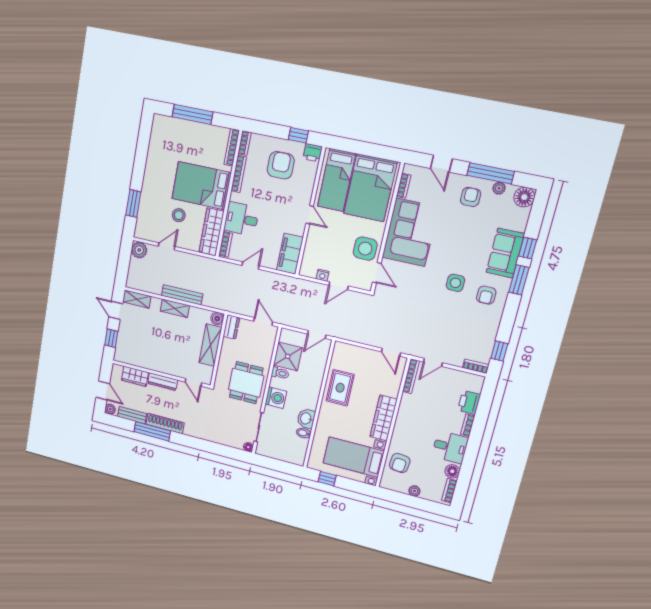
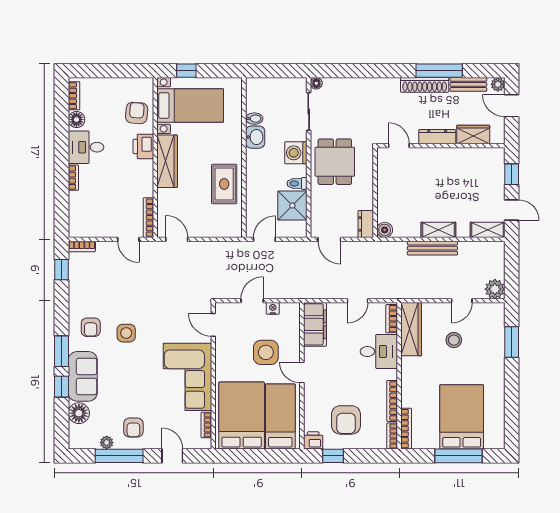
bed: (201, 186) -> (462, 417), moved, turned -90
floor lamp: (524, 197) -> (79, 413), moved
side table: (365, 249) -> (266, 352), moved
armchair: (486, 295) -> (91, 327), turned 180
shelving: (210, 345) -> (387, 196), removed
door: (433, 362) -> (128, 239), swing flipped
printer: (469, 402) -> (143, 146), moved, turned 180
window: (327, 479) -> (186, 71), moved
plant: (414, 491) -> (112, 84), removed

